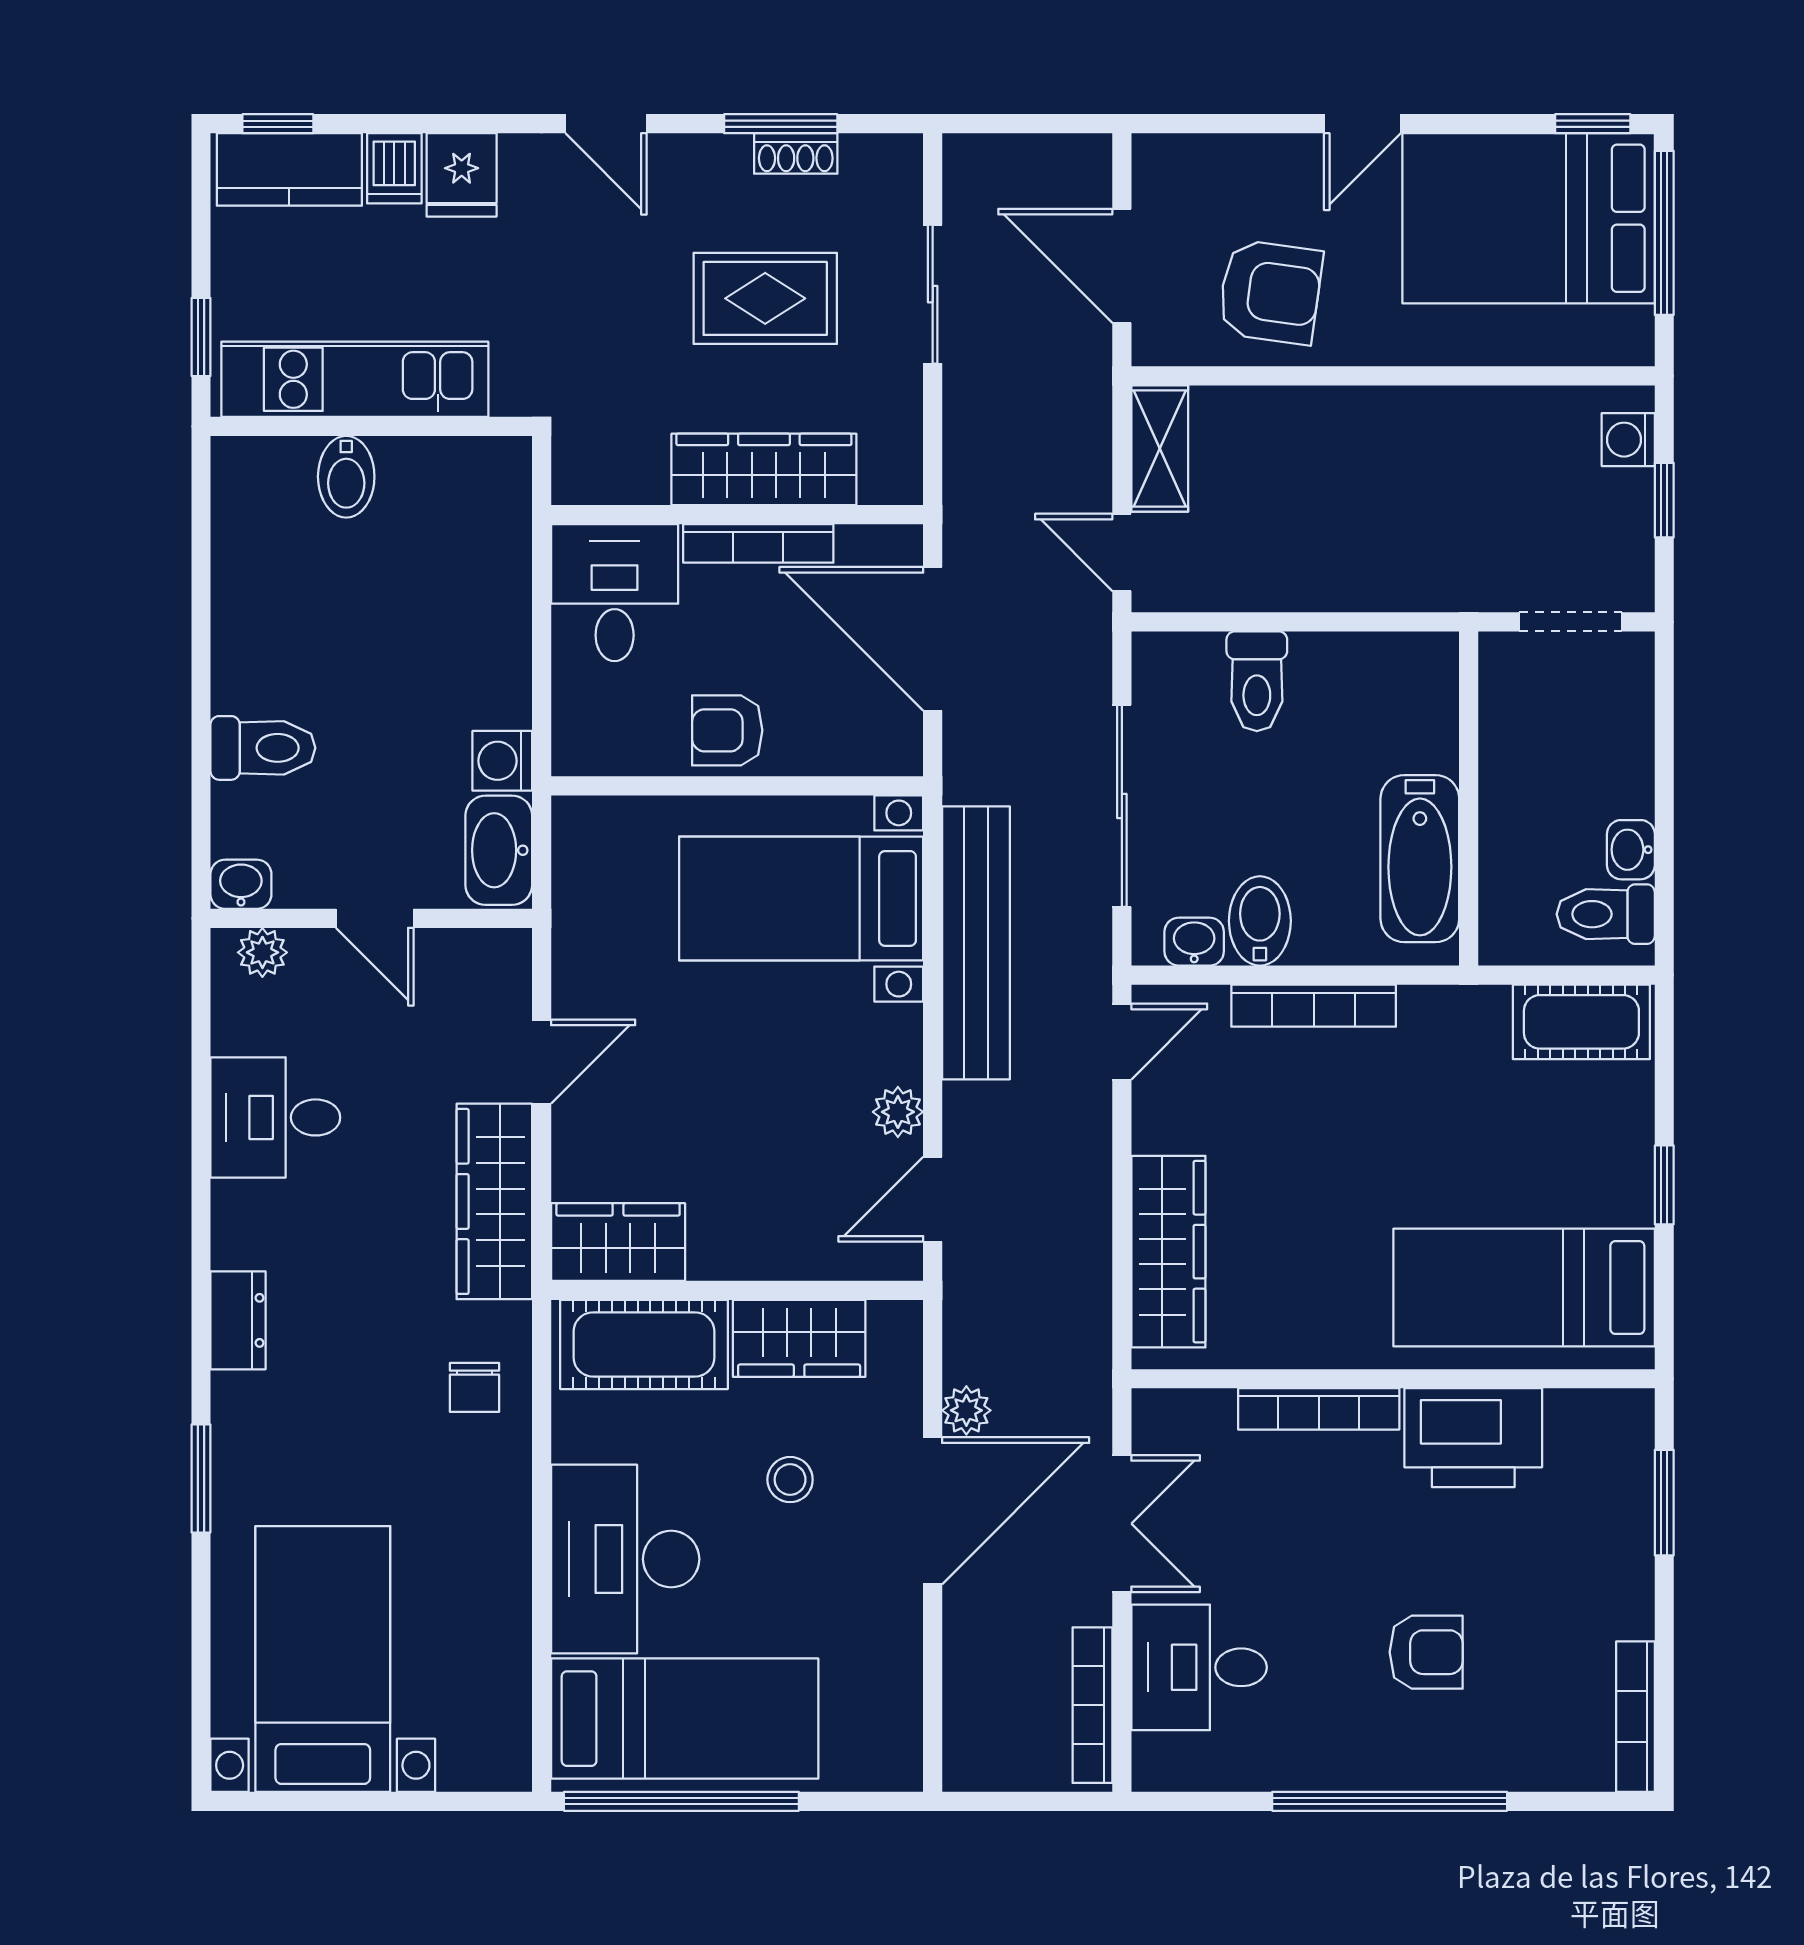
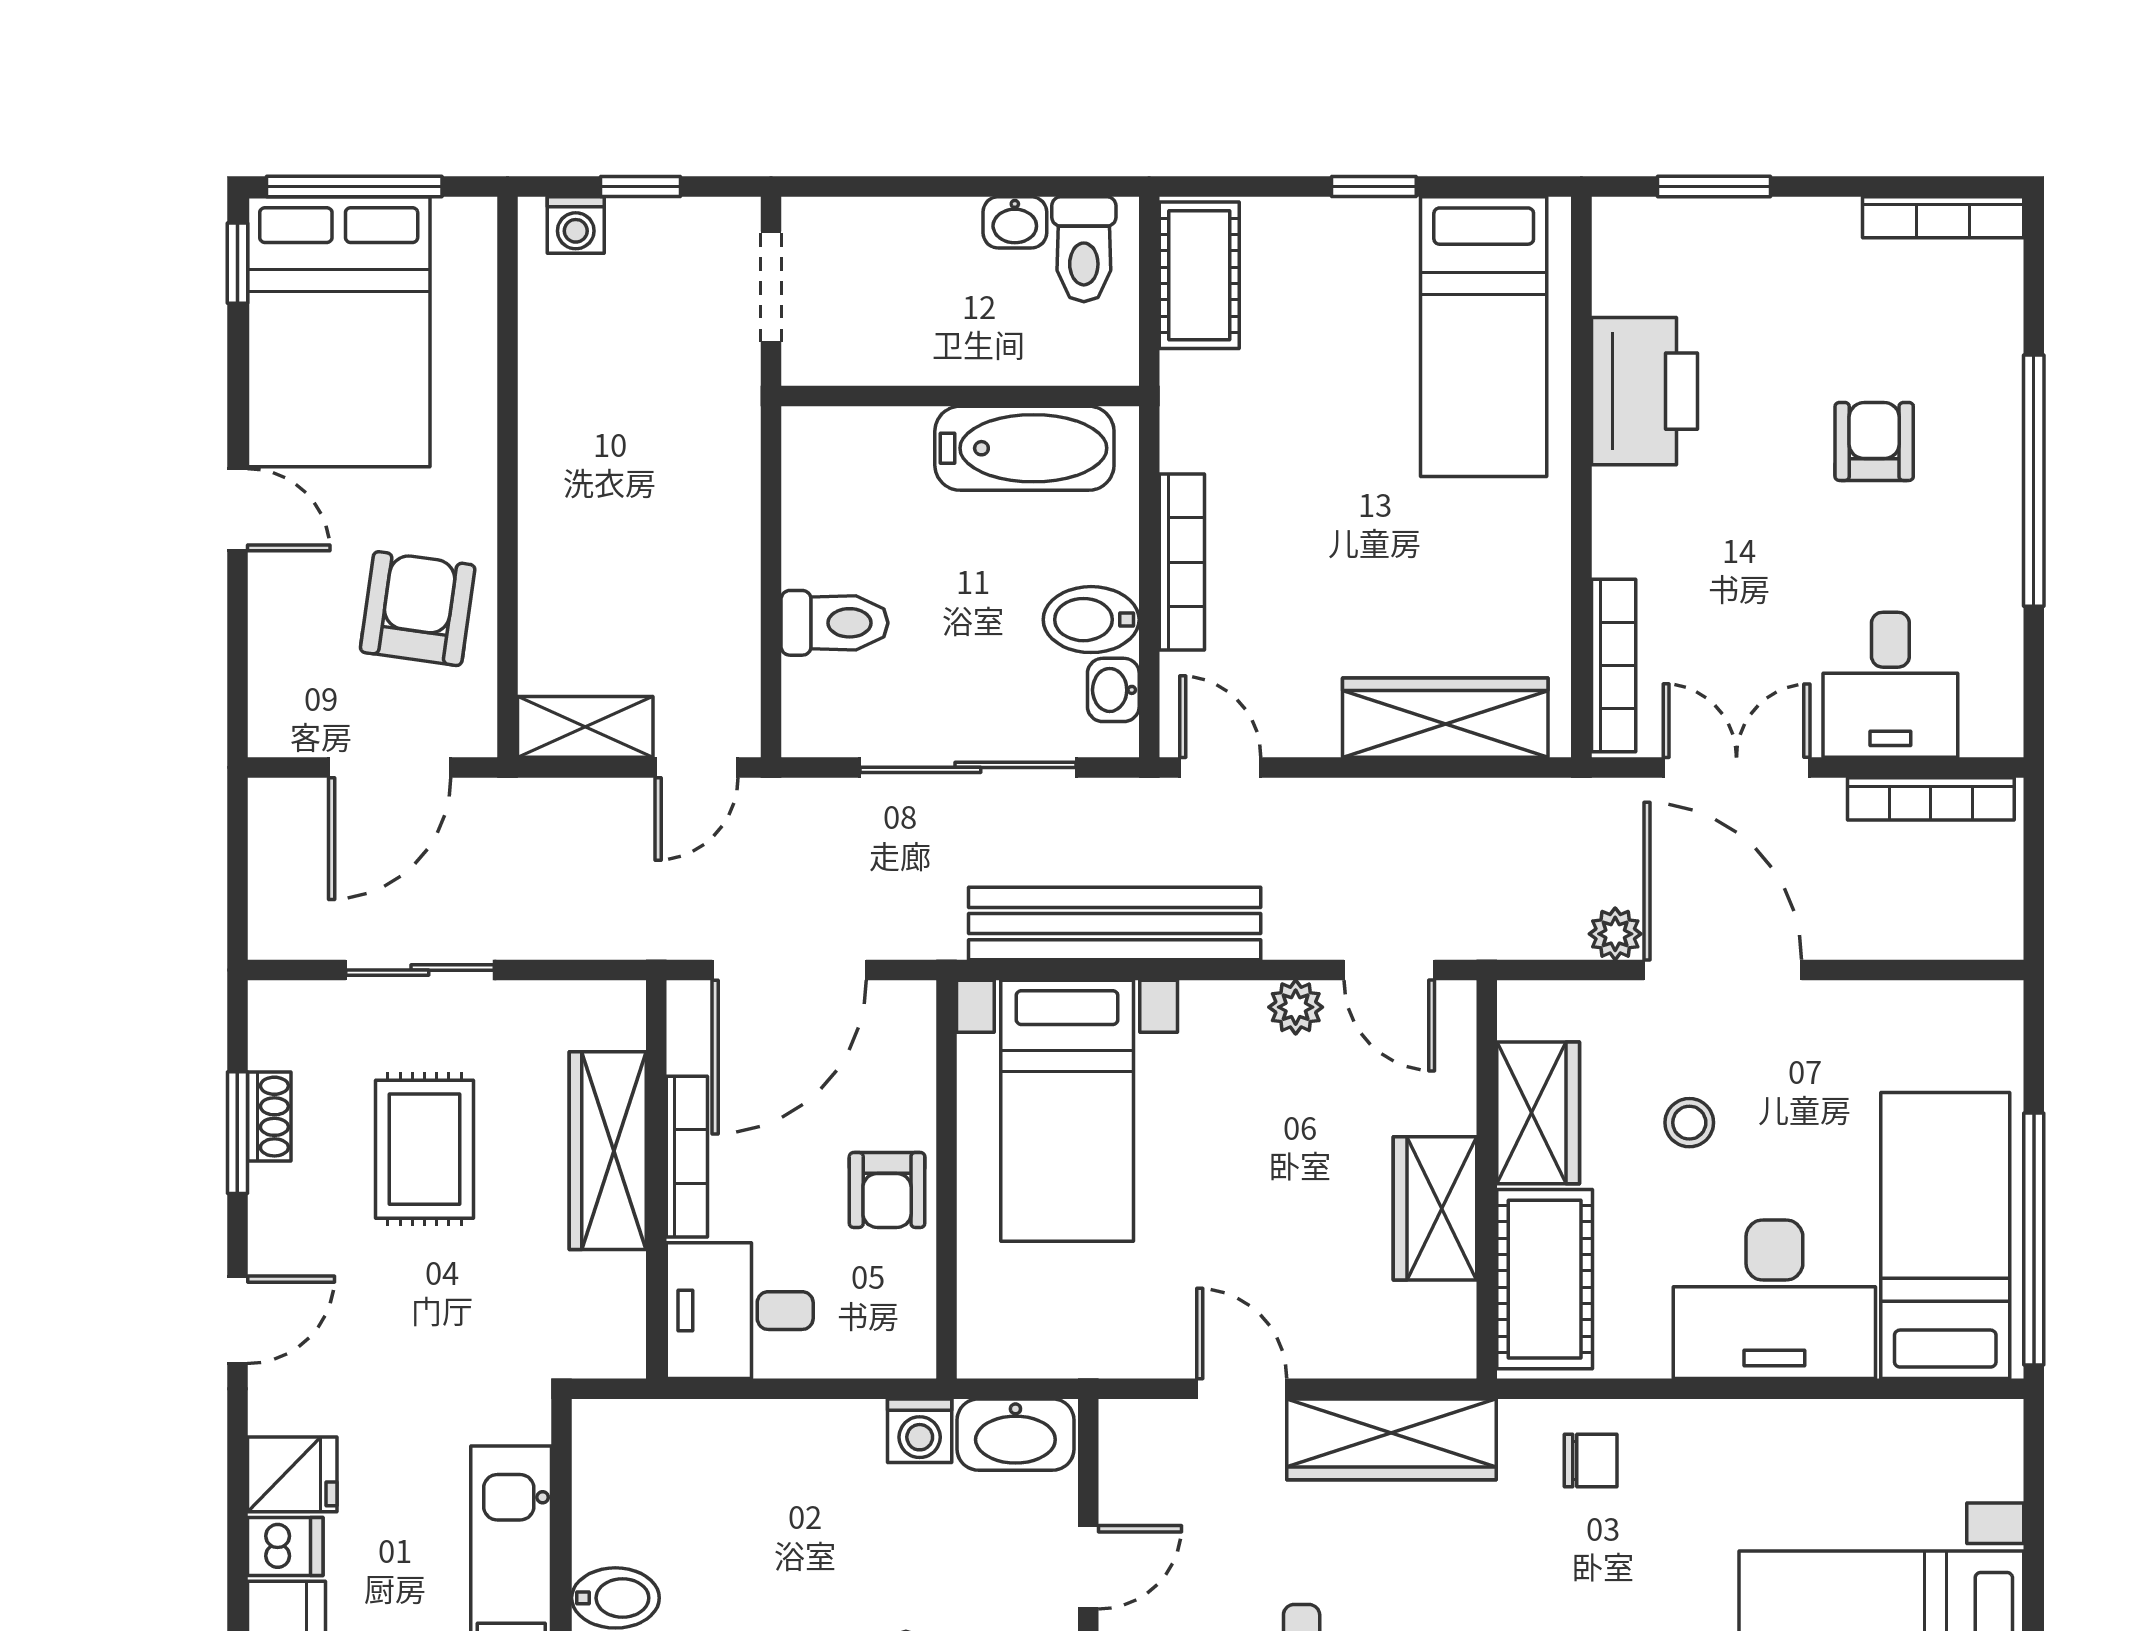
wardrobe: (618, 1242) -> (1435, 1208), moved
bookcase: (1319, 1409) -> (1614, 665), moved

